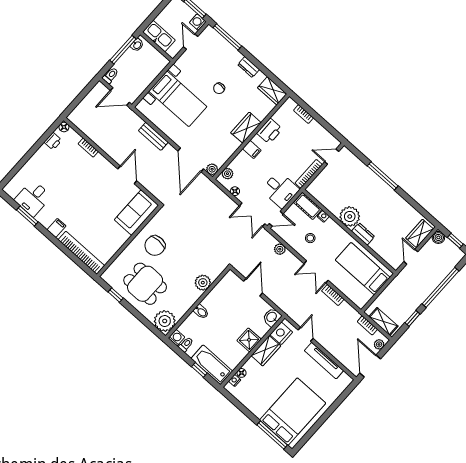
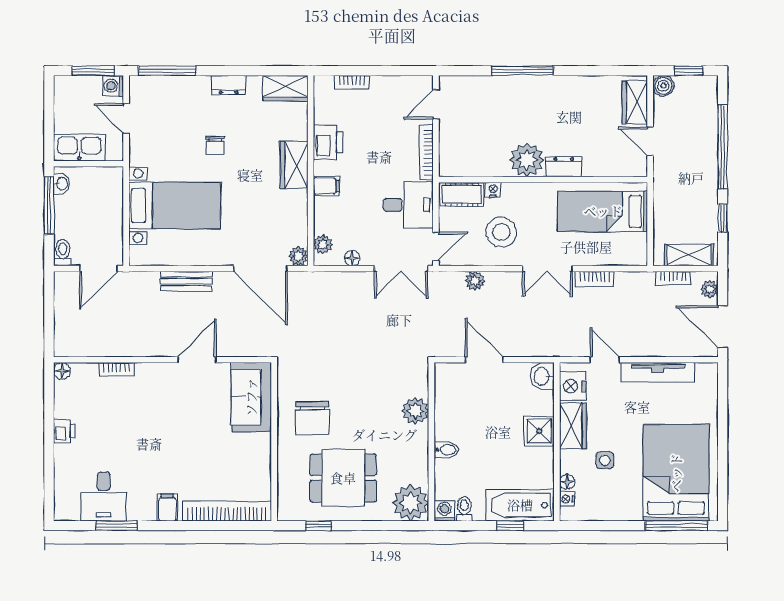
printer: (53, 141) -> (64, 431), moved
door: (127, 175) -> (197, 360), hinge flipped
stool: (310, 238) -> (501, 232), width x1.89, depth x1.89
side table: (266, 378) -> (605, 460), added

